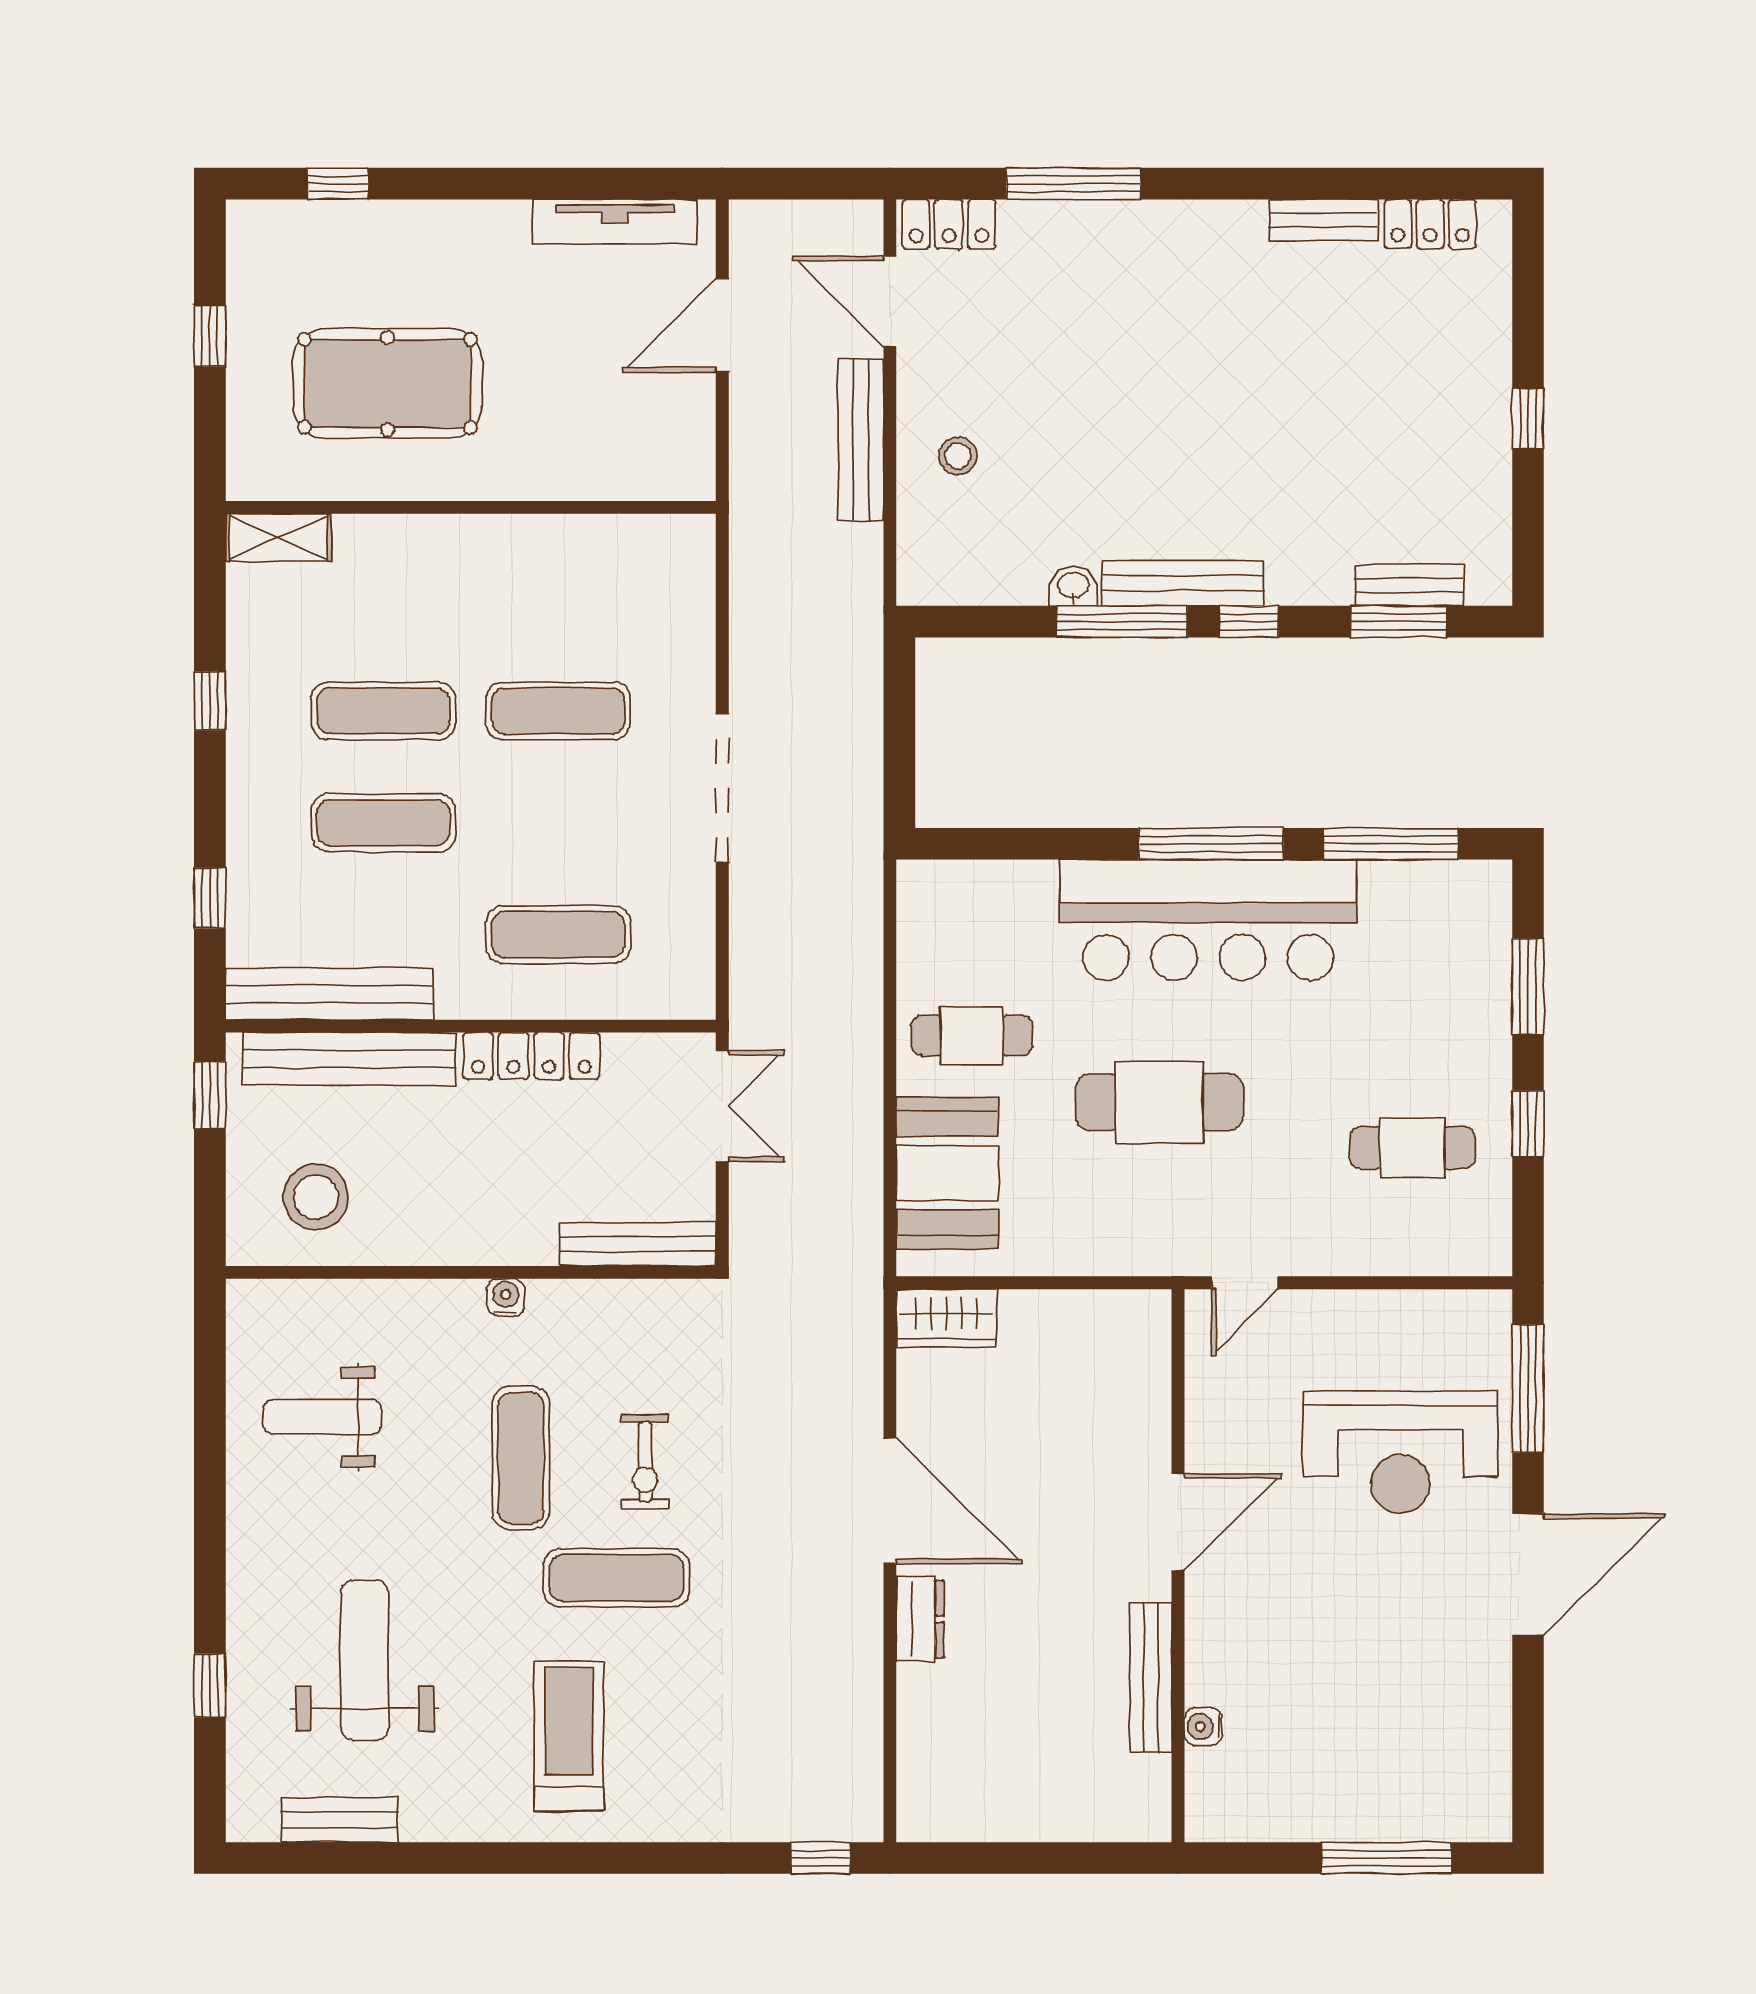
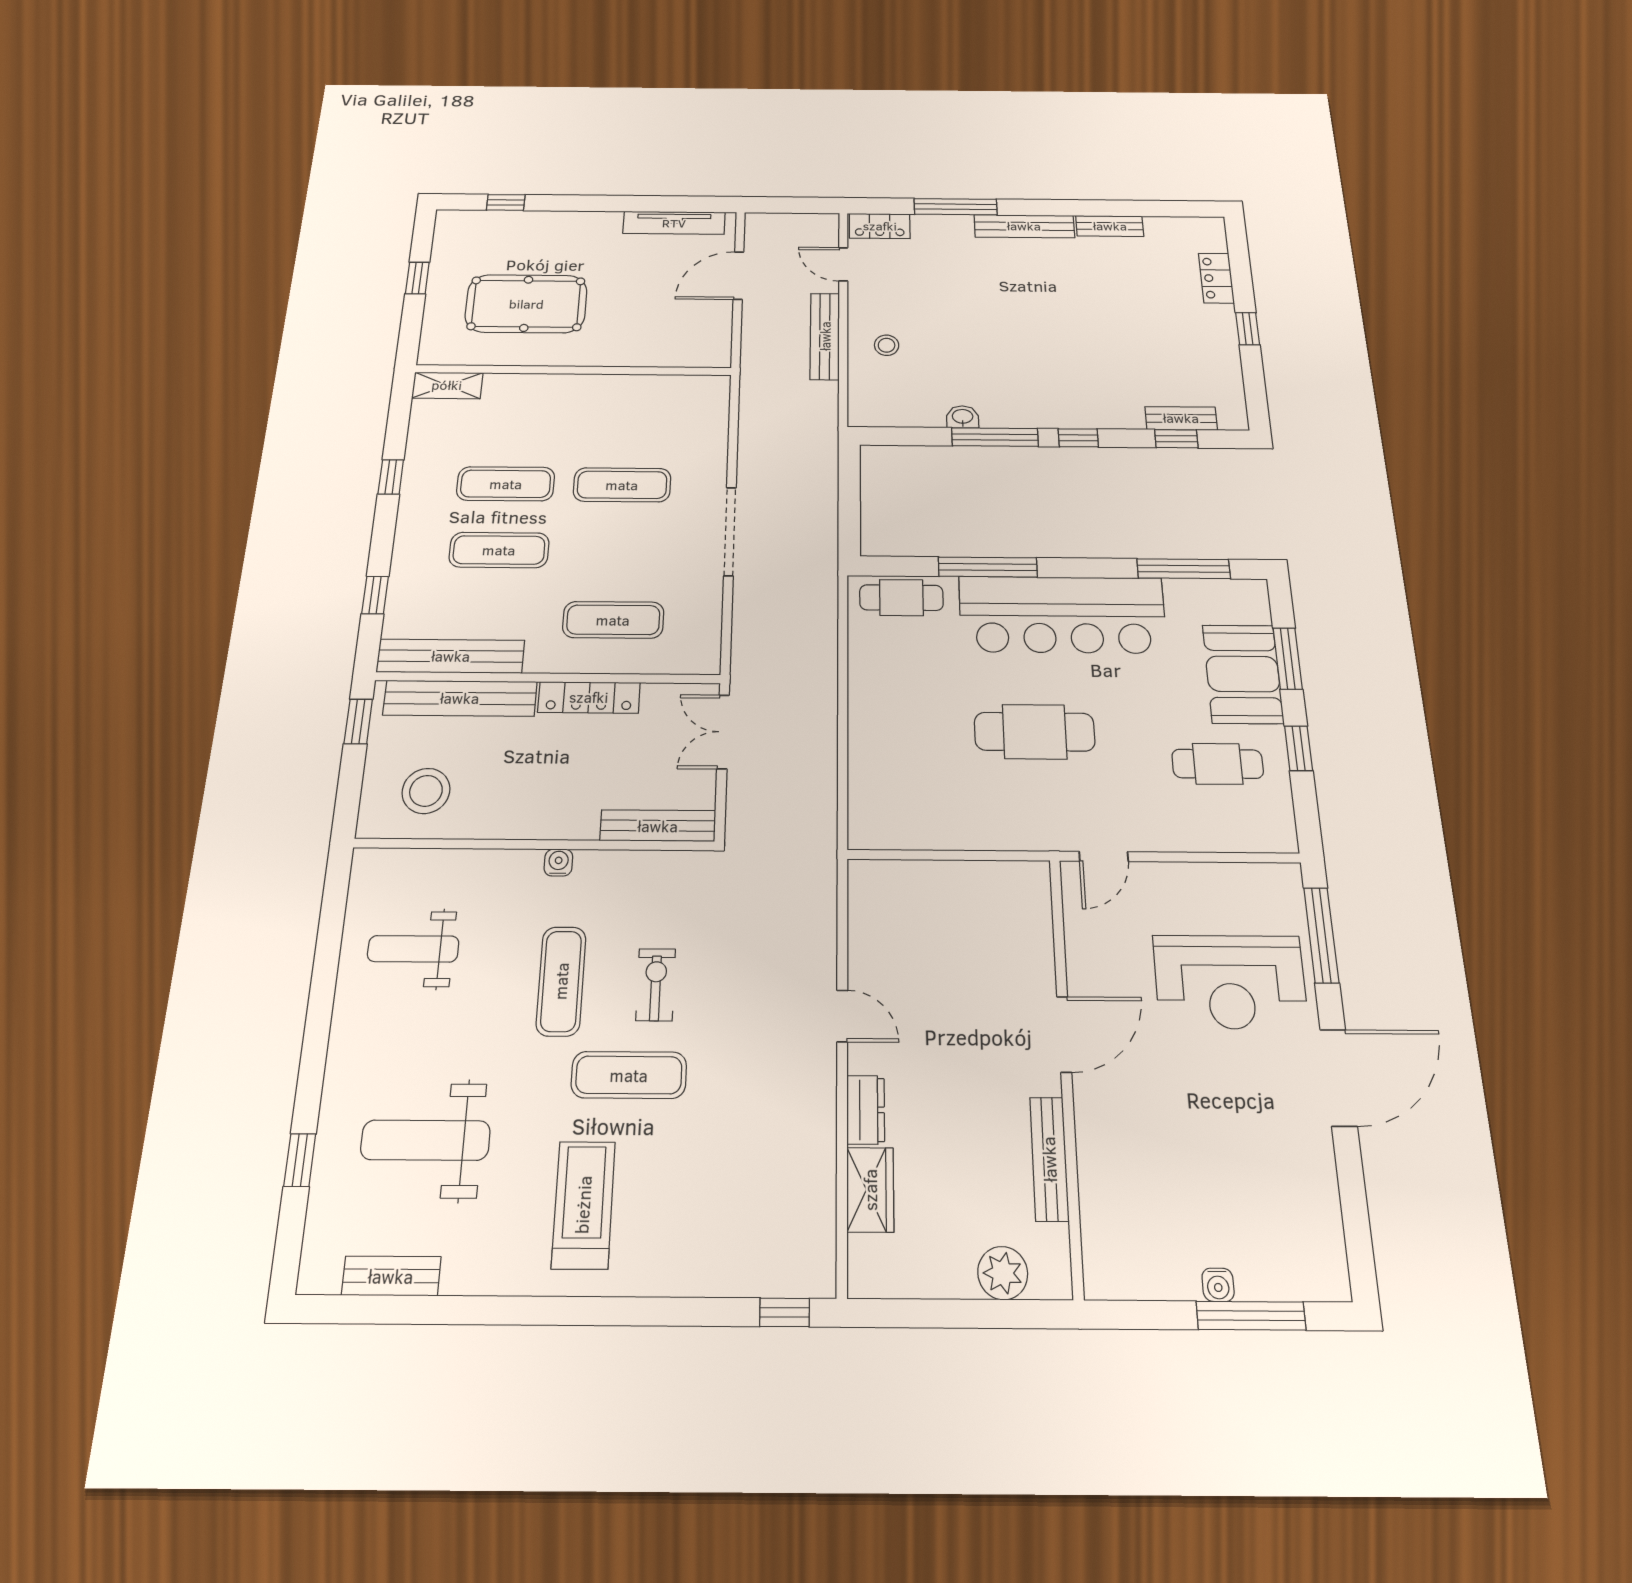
locker: (1430, 224) -> (1216, 278), moved, turned 90
door: (890, 301) -> (843, 264), width x0.73
bench: (1183, 583) -> (1024, 226), moved
window: (1399, 622) -> (1176, 439), width x0.67
window: (1211, 844) -> (988, 567), moved
cafe table: (972, 1036) -> (901, 598), moved
double door: (722, 1106) -> (723, 732), swing flipped
booth: (947, 1173) -> (1243, 674), moved
wardrobe: (946, 1318) -> (870, 1190), moved, turned -90
exercise bike: (645, 1462) -> (656, 985), turned 180
door: (890, 1501) -> (842, 1016), width x0.53
weight bench: (365, 1660) -> (425, 1140), turned -90
water cooler: (1203, 1727) -> (1218, 1285), moved, turned -90
plant: (1087, 1812) -> (1003, 1273), added

